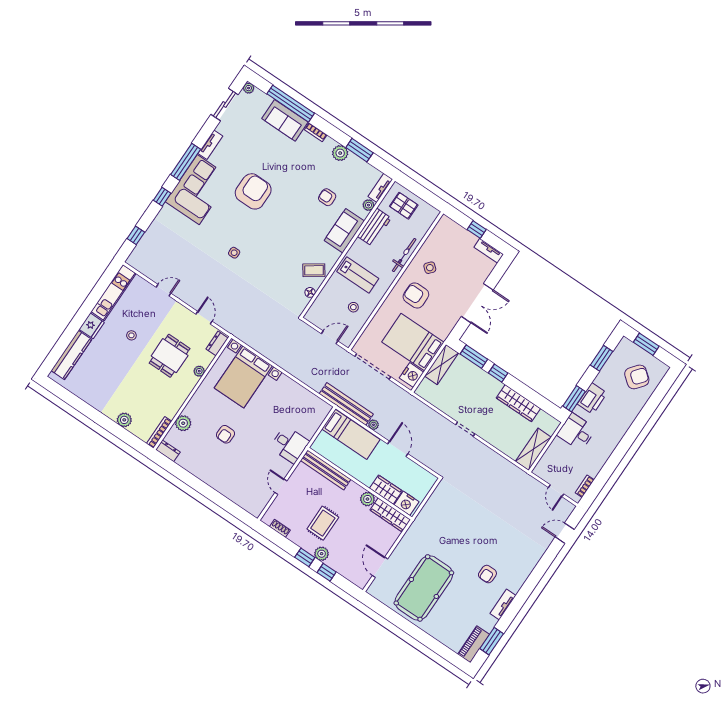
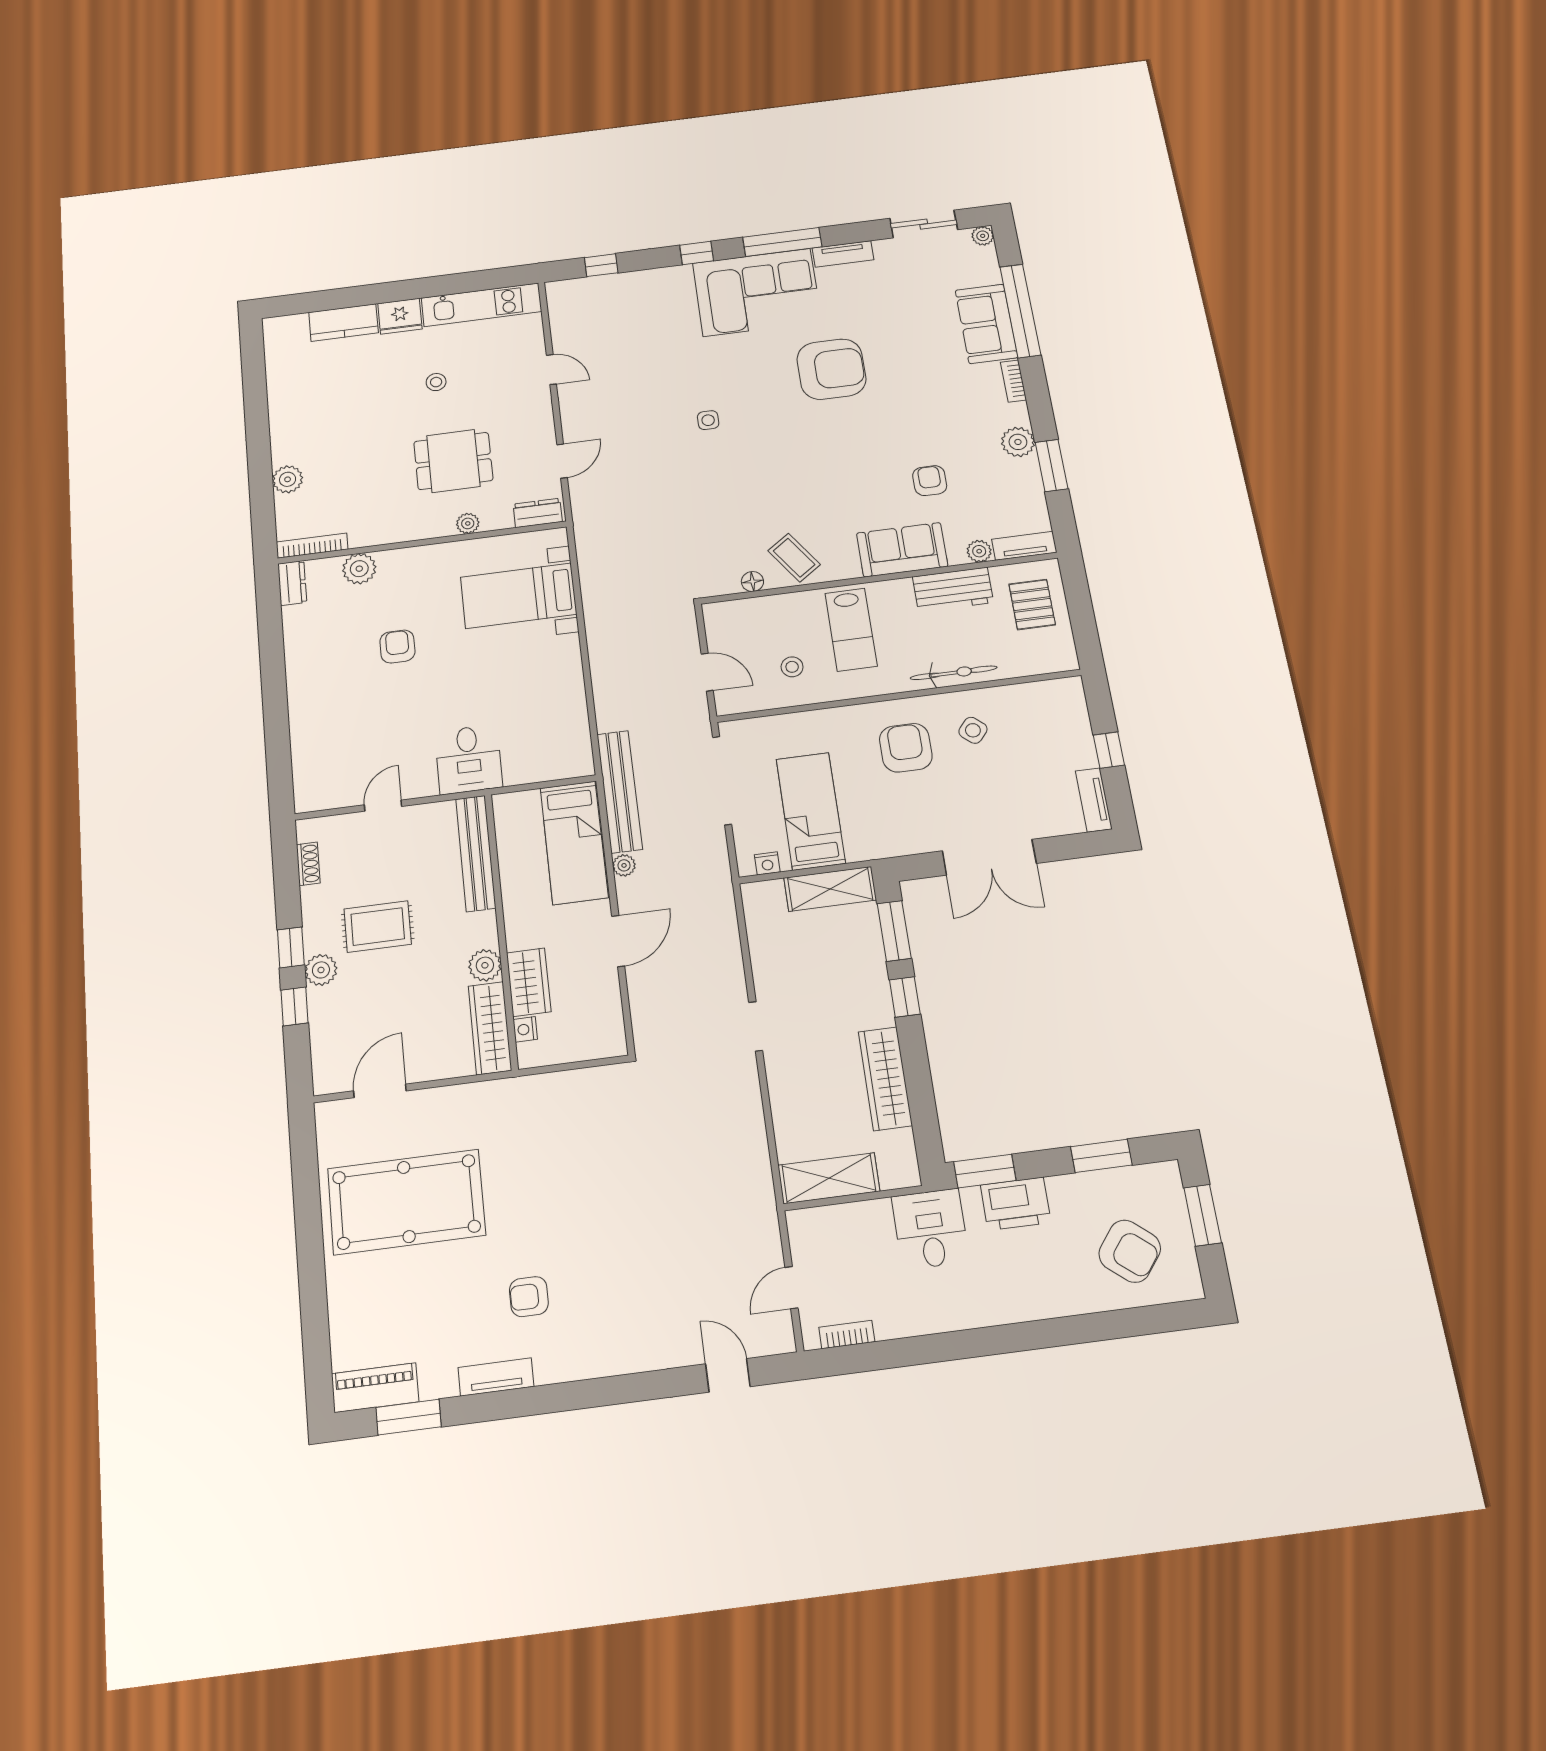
bed: (413, 342) -> (811, 811), width x0.67
kitchen counter: (71, 355) -> (344, 323), width x0.67
nightstand: (412, 375) -> (767, 863), width x0.53, depth x0.56
bed with nightstands: (243, 377) -> (519, 596), width x0.73
armchair: (226, 434) -> (397, 647), turned 90
nightstand: (407, 503) -> (525, 1029), width x0.53, depth x0.56

